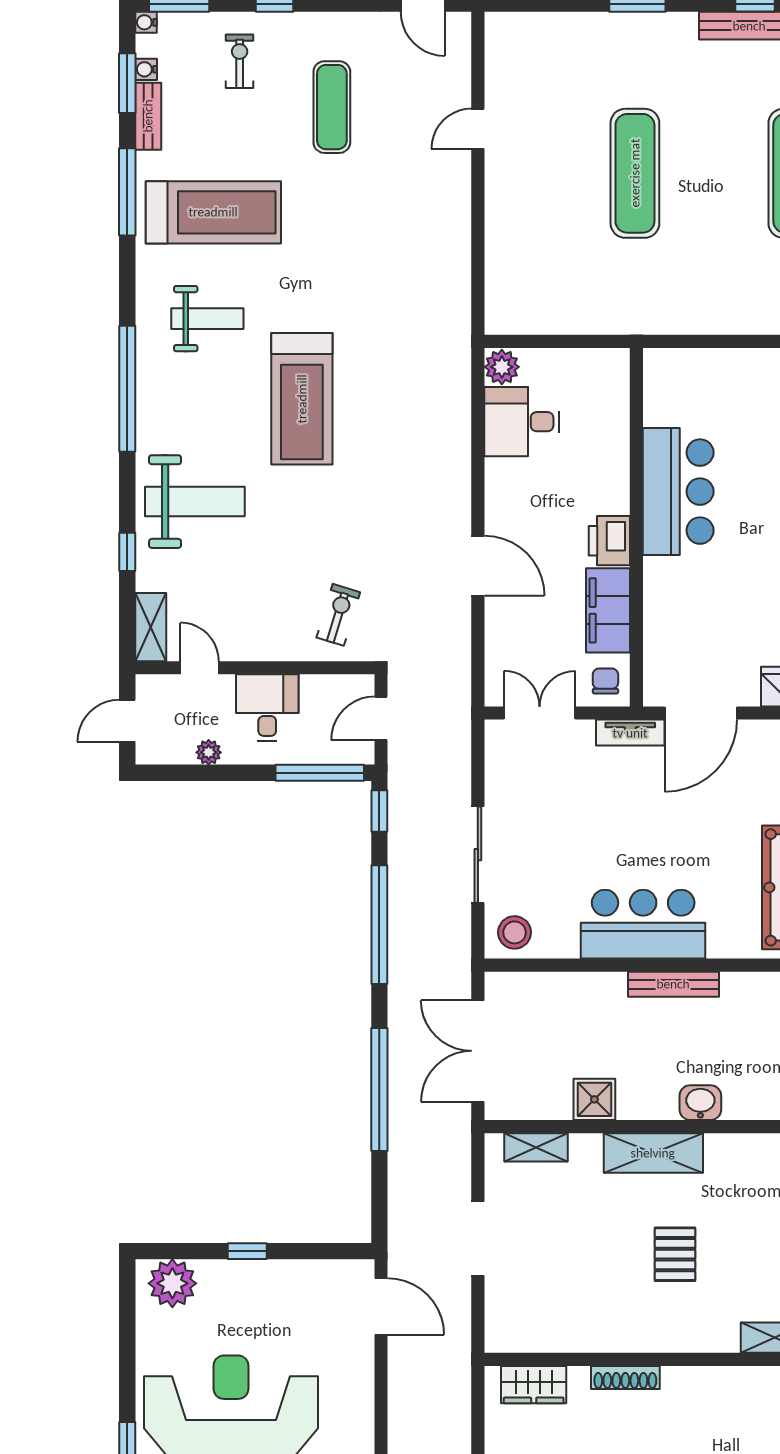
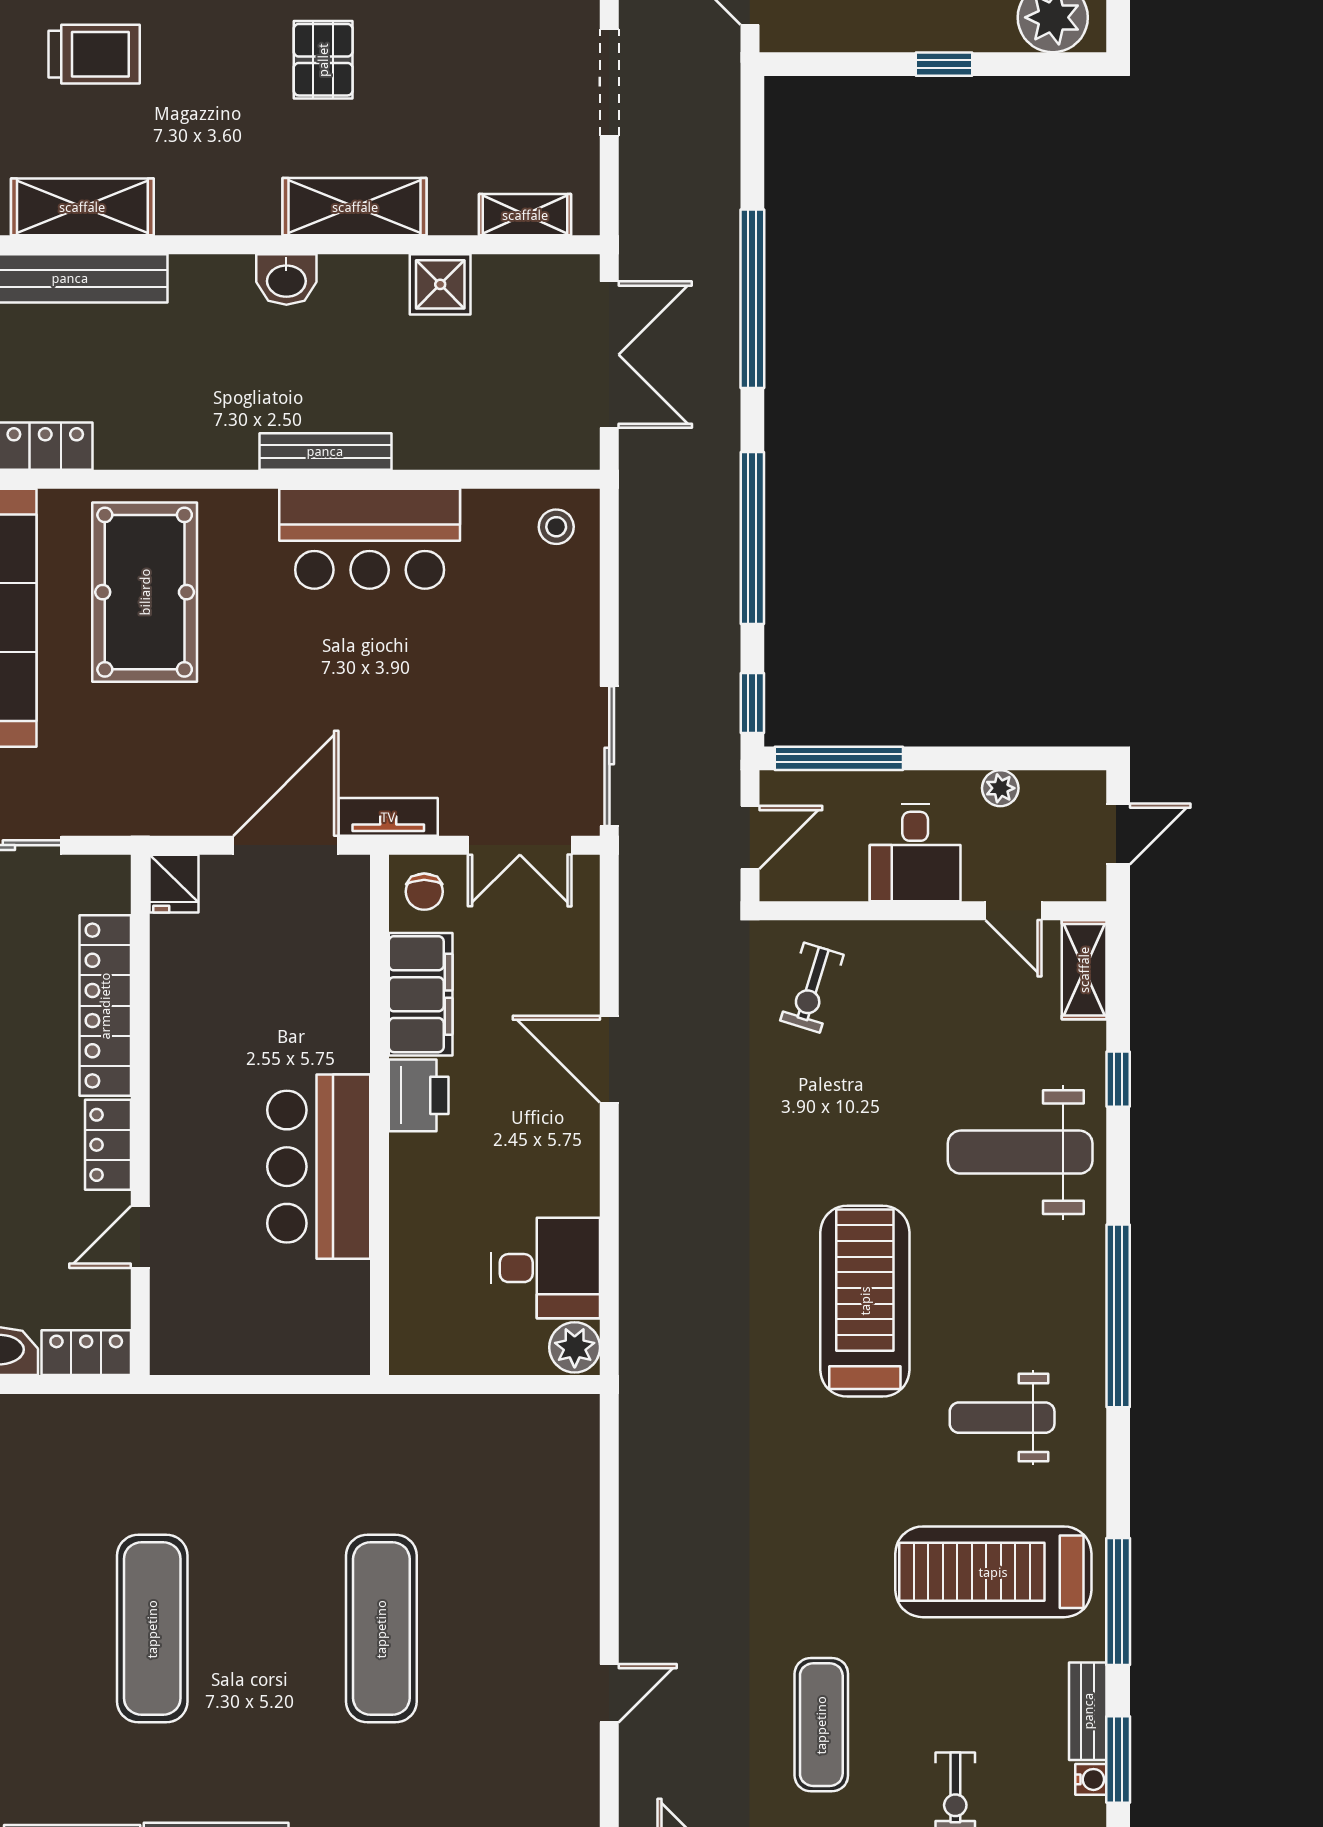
sliding door: (478, 855) -> (609, 756), moved
stool: (515, 932) -> (556, 527), width x0.73, depth x0.73

